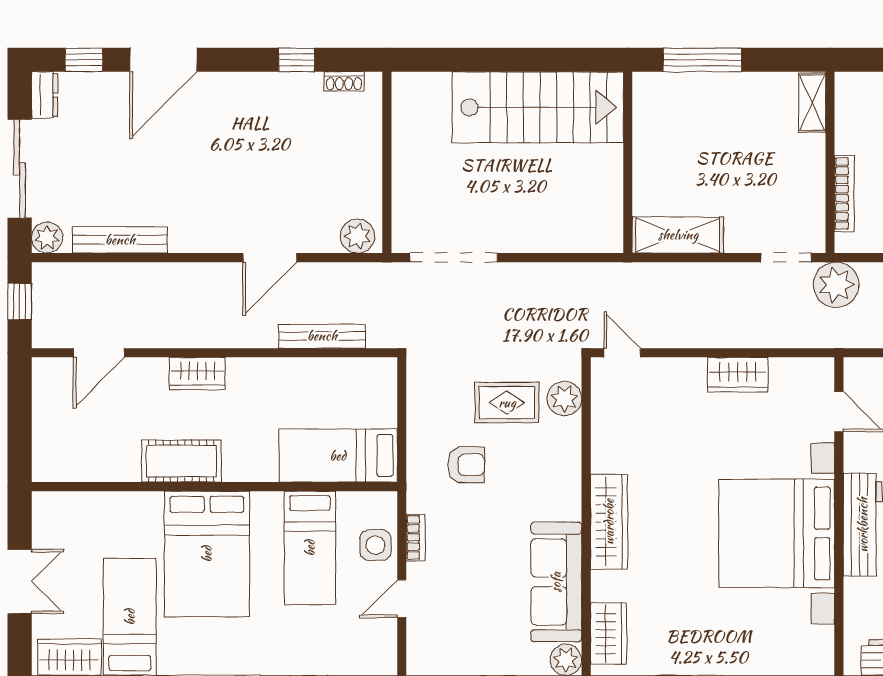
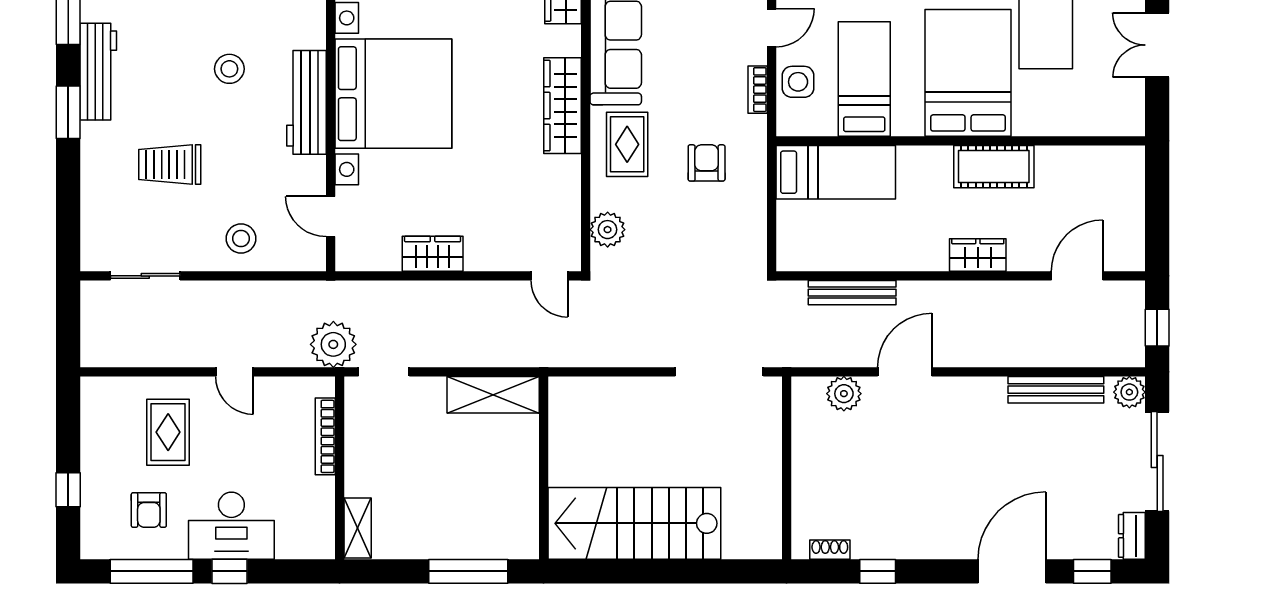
plant: (358, 236) -> (844, 394), moved
rug: (507, 403) -> (627, 144), moved, turned 90
armchair: (466, 465) -> (707, 163), turned 90

